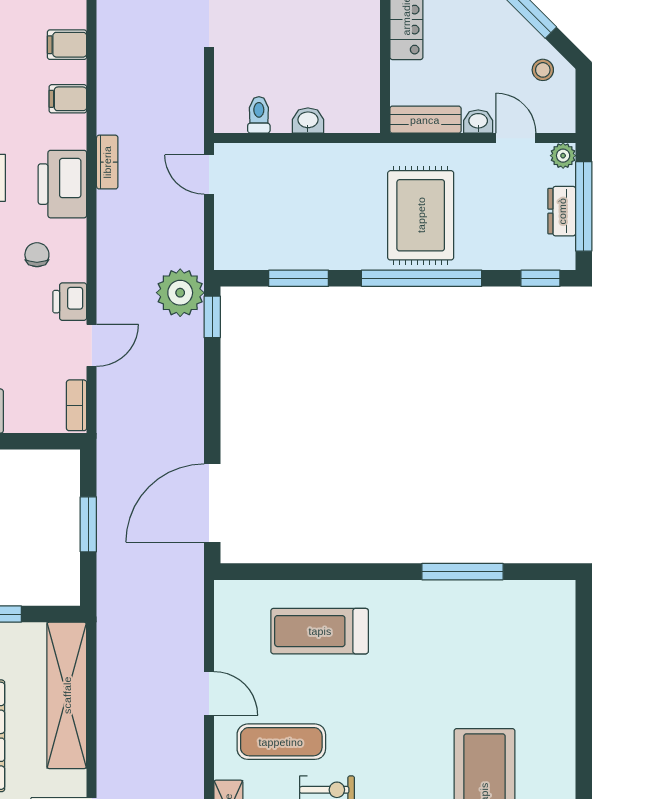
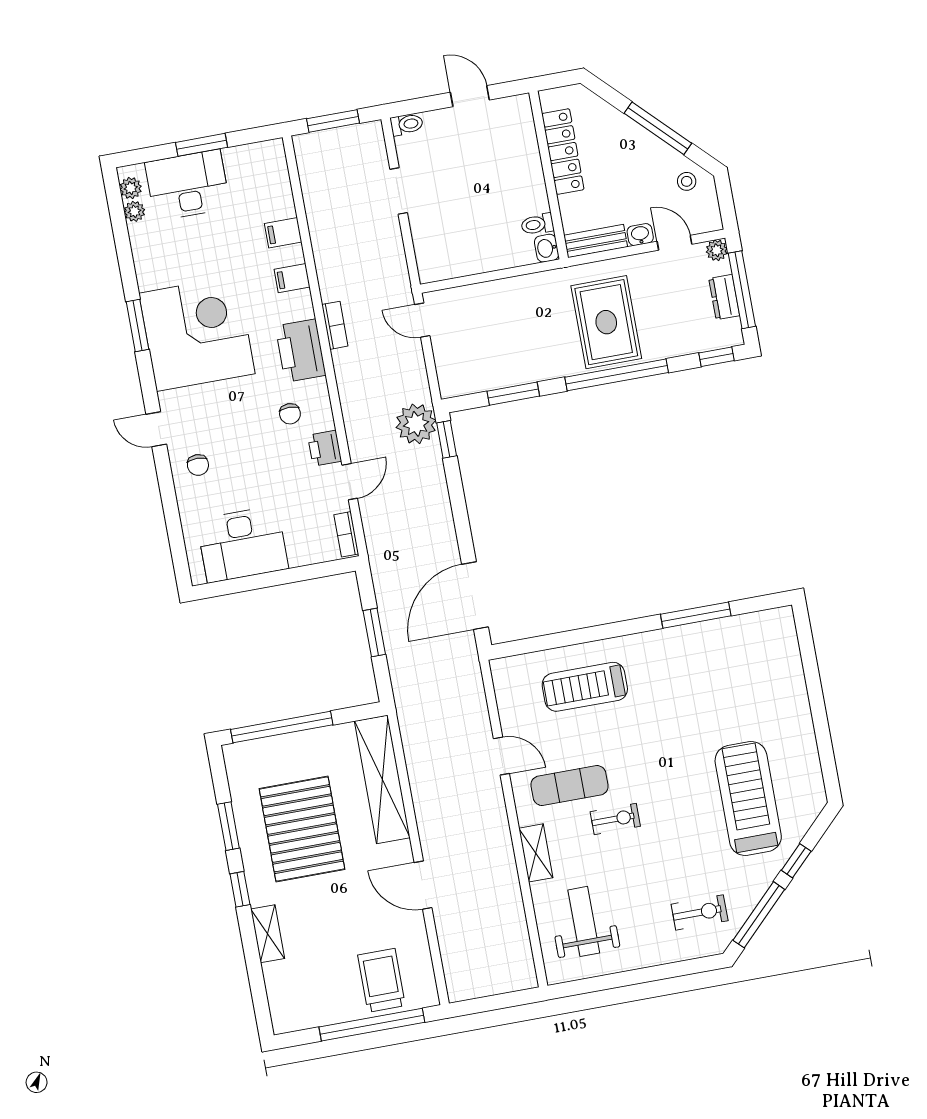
toilet: (259, 115) -> (537, 224), moved, turned -90
washbasin: (308, 121) -> (547, 248), moved, turned -90
chair: (37, 255) -> (290, 414), turned 180

